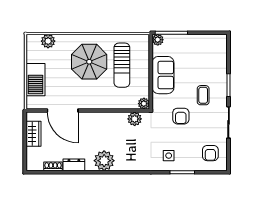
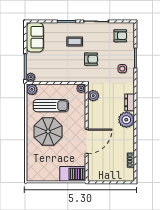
plant: (48, 41) -> (32, 89), moved
sofa: (163, 75) -> (35, 37), moved, turned 90
barbecue: (36, 80) -> (73, 174), moved
door: (63, 111) -> (87, 141), moved
wardrobe: (33, 134) -> (105, 175), removed
dresser: (74, 165) -> (130, 102), moved

